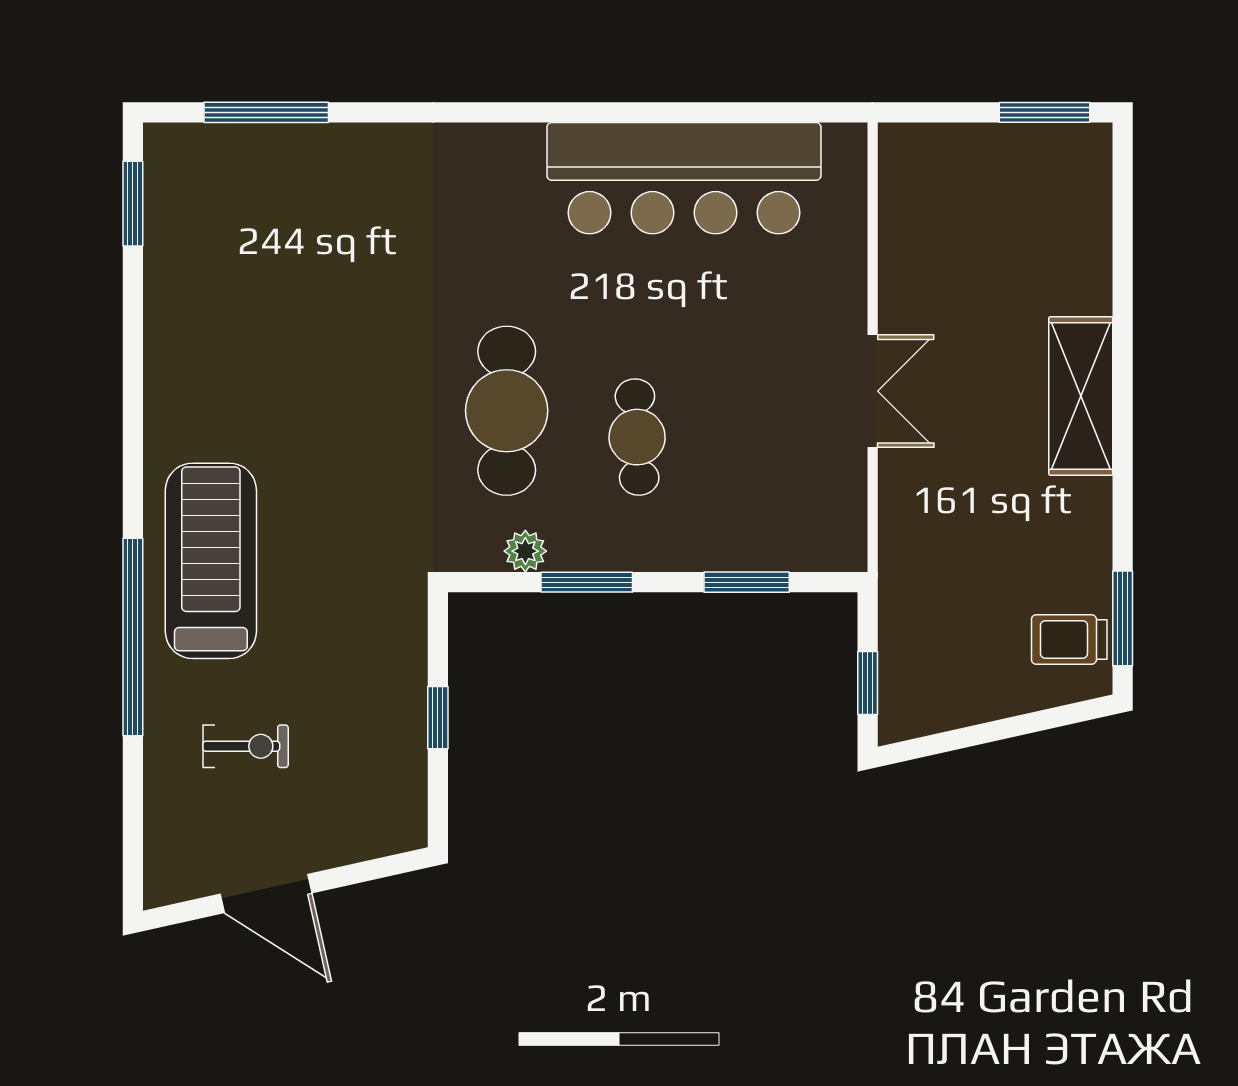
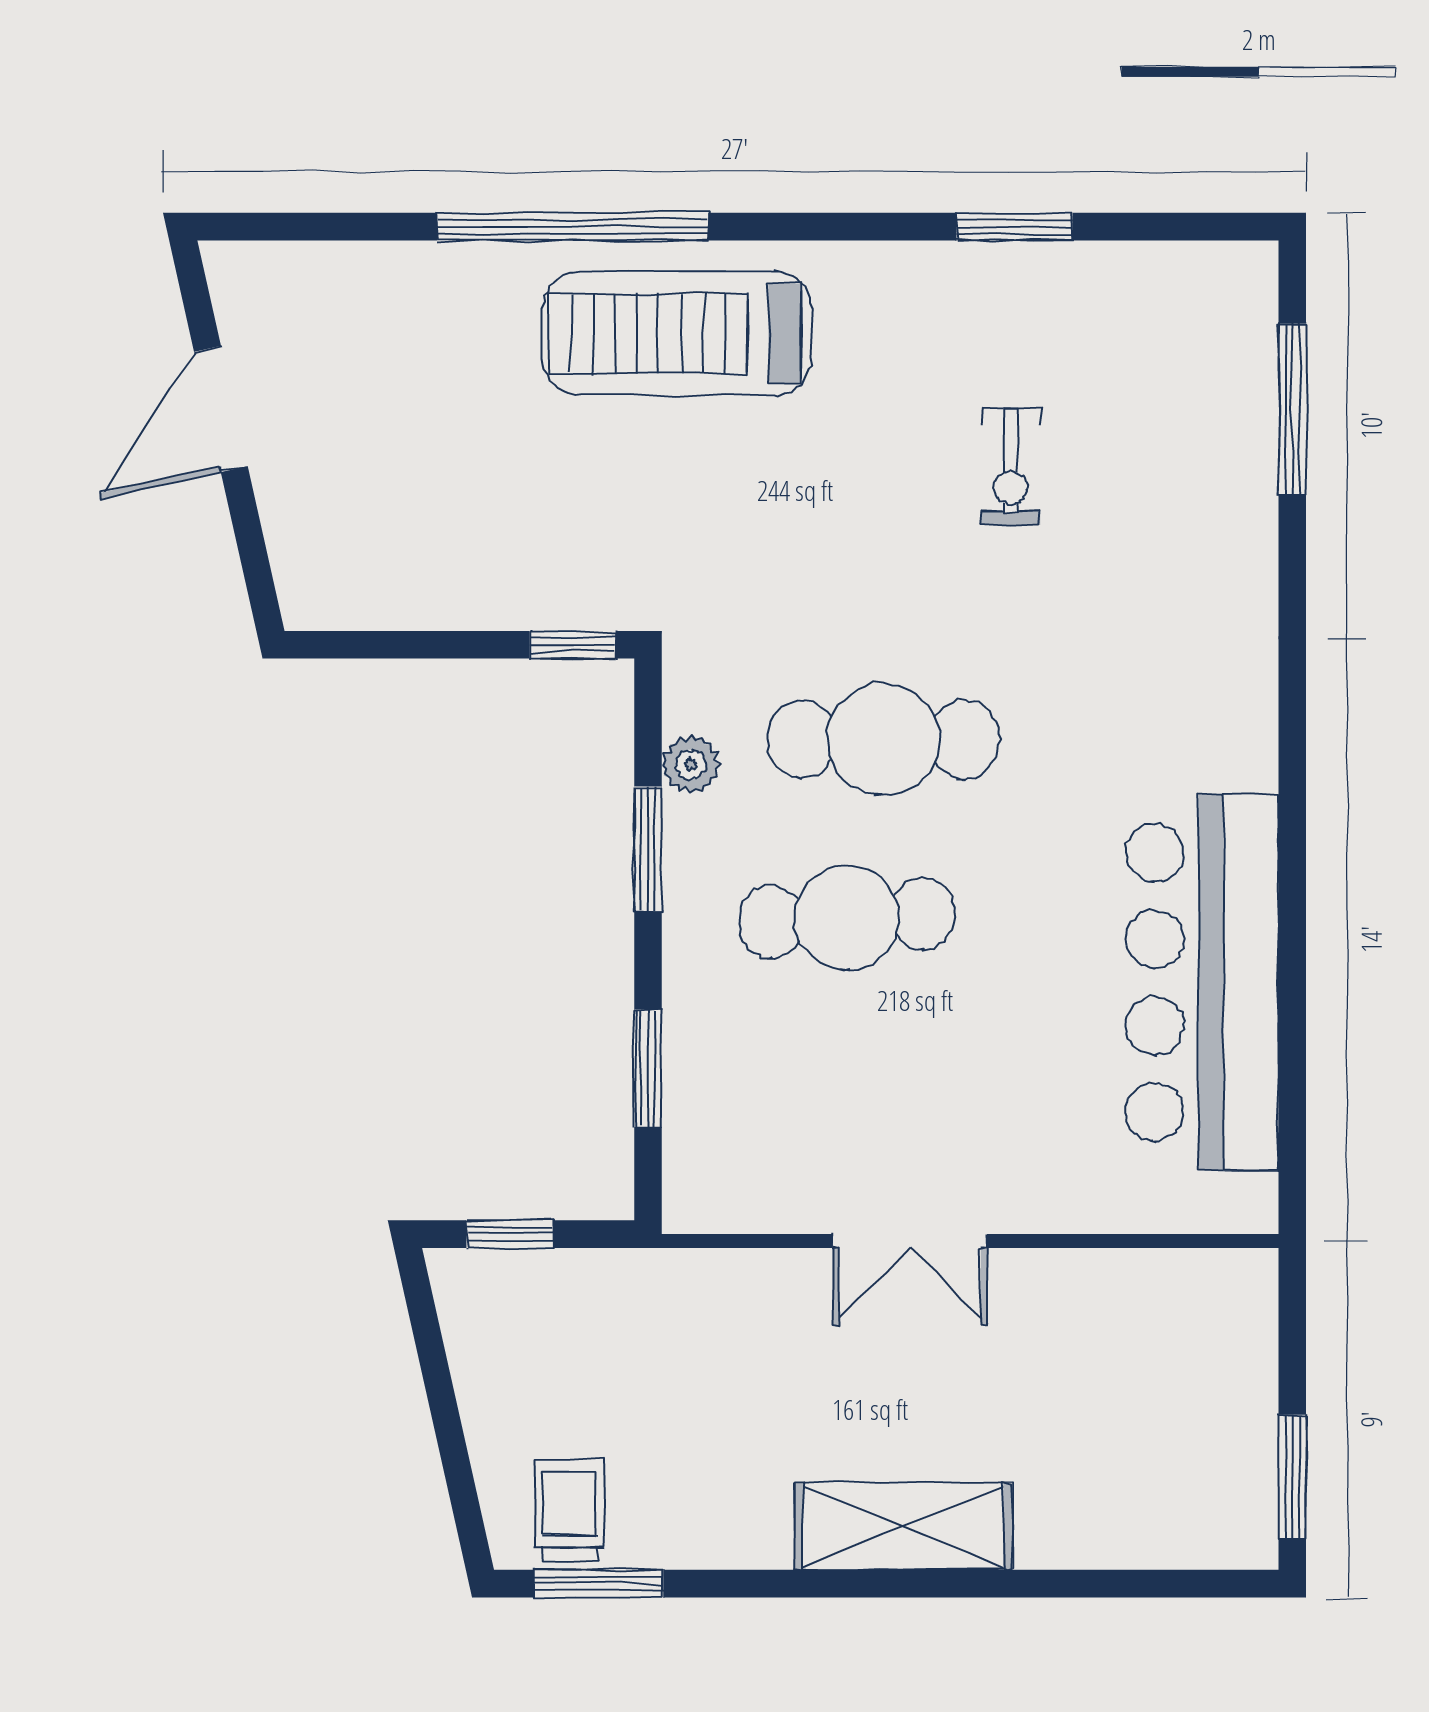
window: (133, 204) -> (1015, 227), moved
cafe table: (637, 437) -> (847, 918), width x1.37, depth x1.35
treadmill: (211, 561) -> (677, 333), turned 180
window: (438, 718) -> (573, 645), moved
exercise bike: (246, 746) -> (1011, 467), moved

